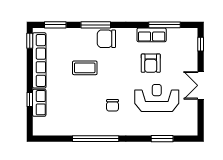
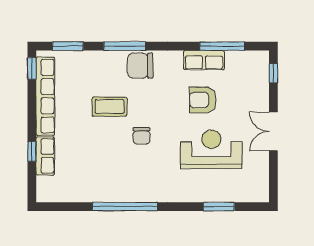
armchair: (151, 63) -> (203, 100), turned 90
chair: (113, 105) -> (141, 136), moved

